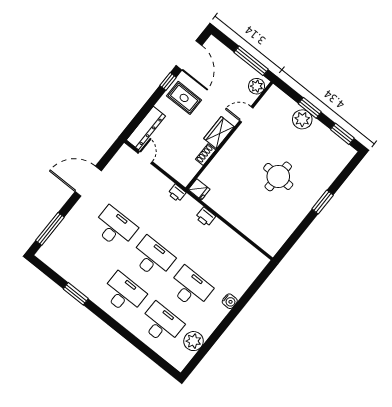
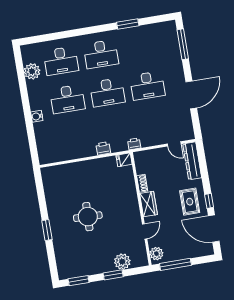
rug: (184, 98) -> (190, 202), turned 90
plant: (302, 119) -> (122, 262), moved

